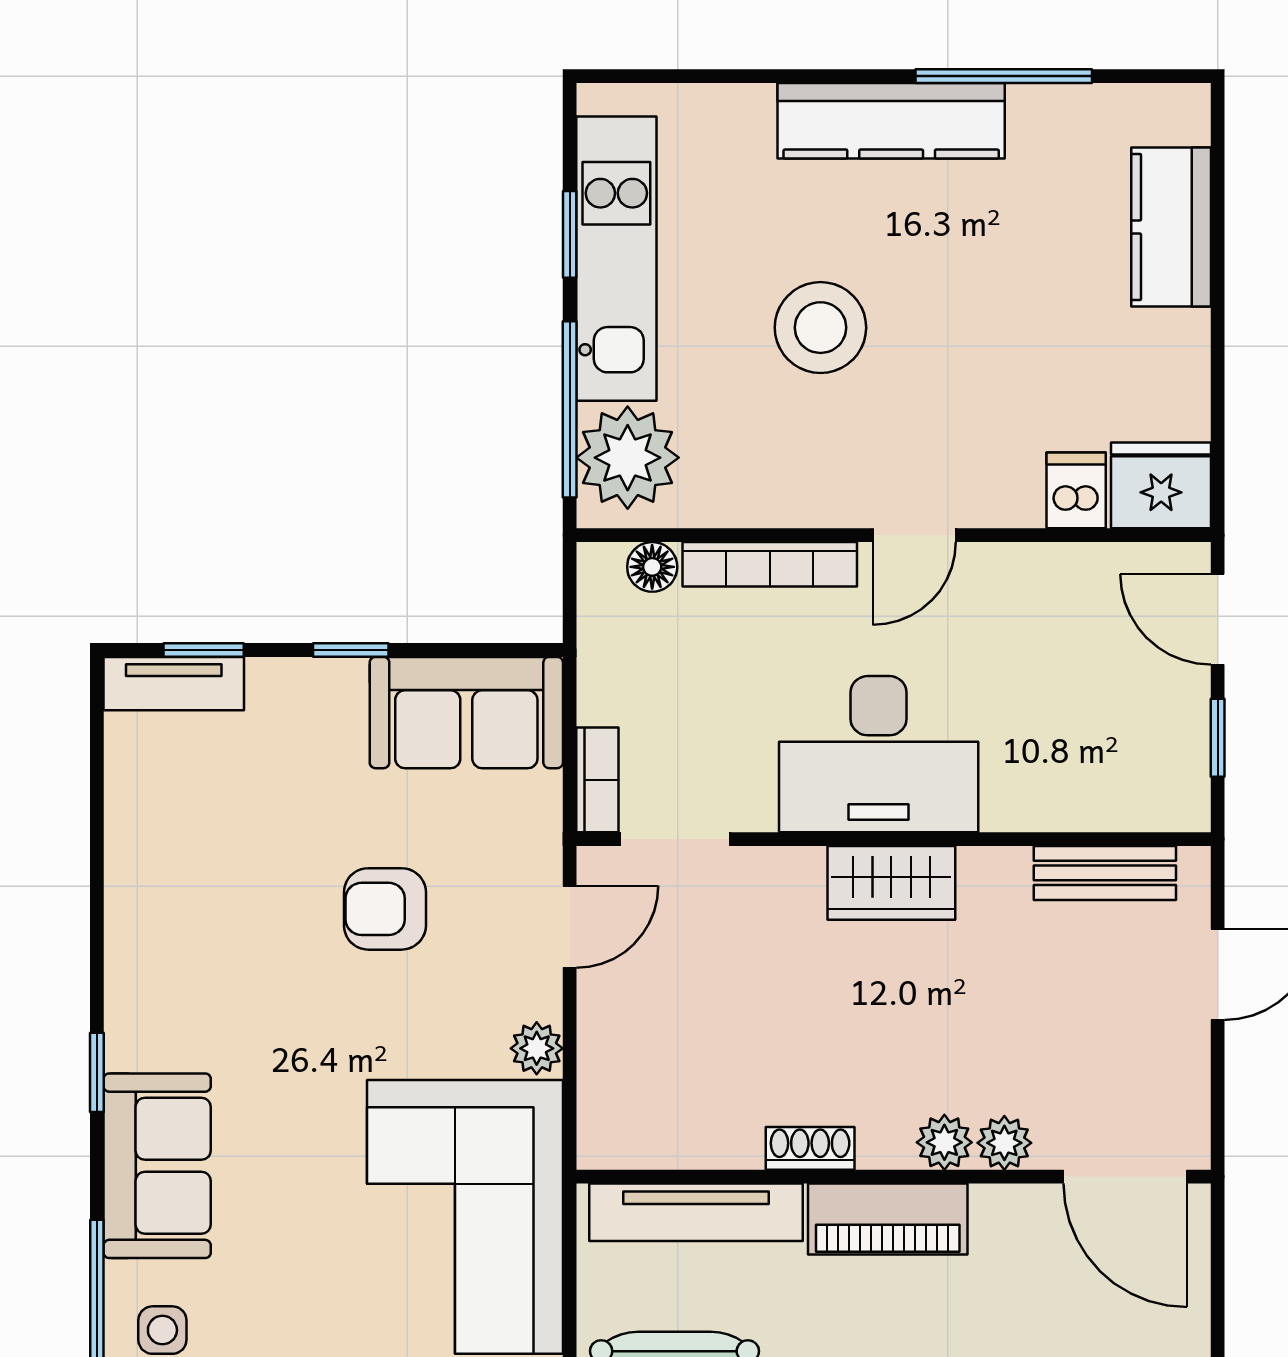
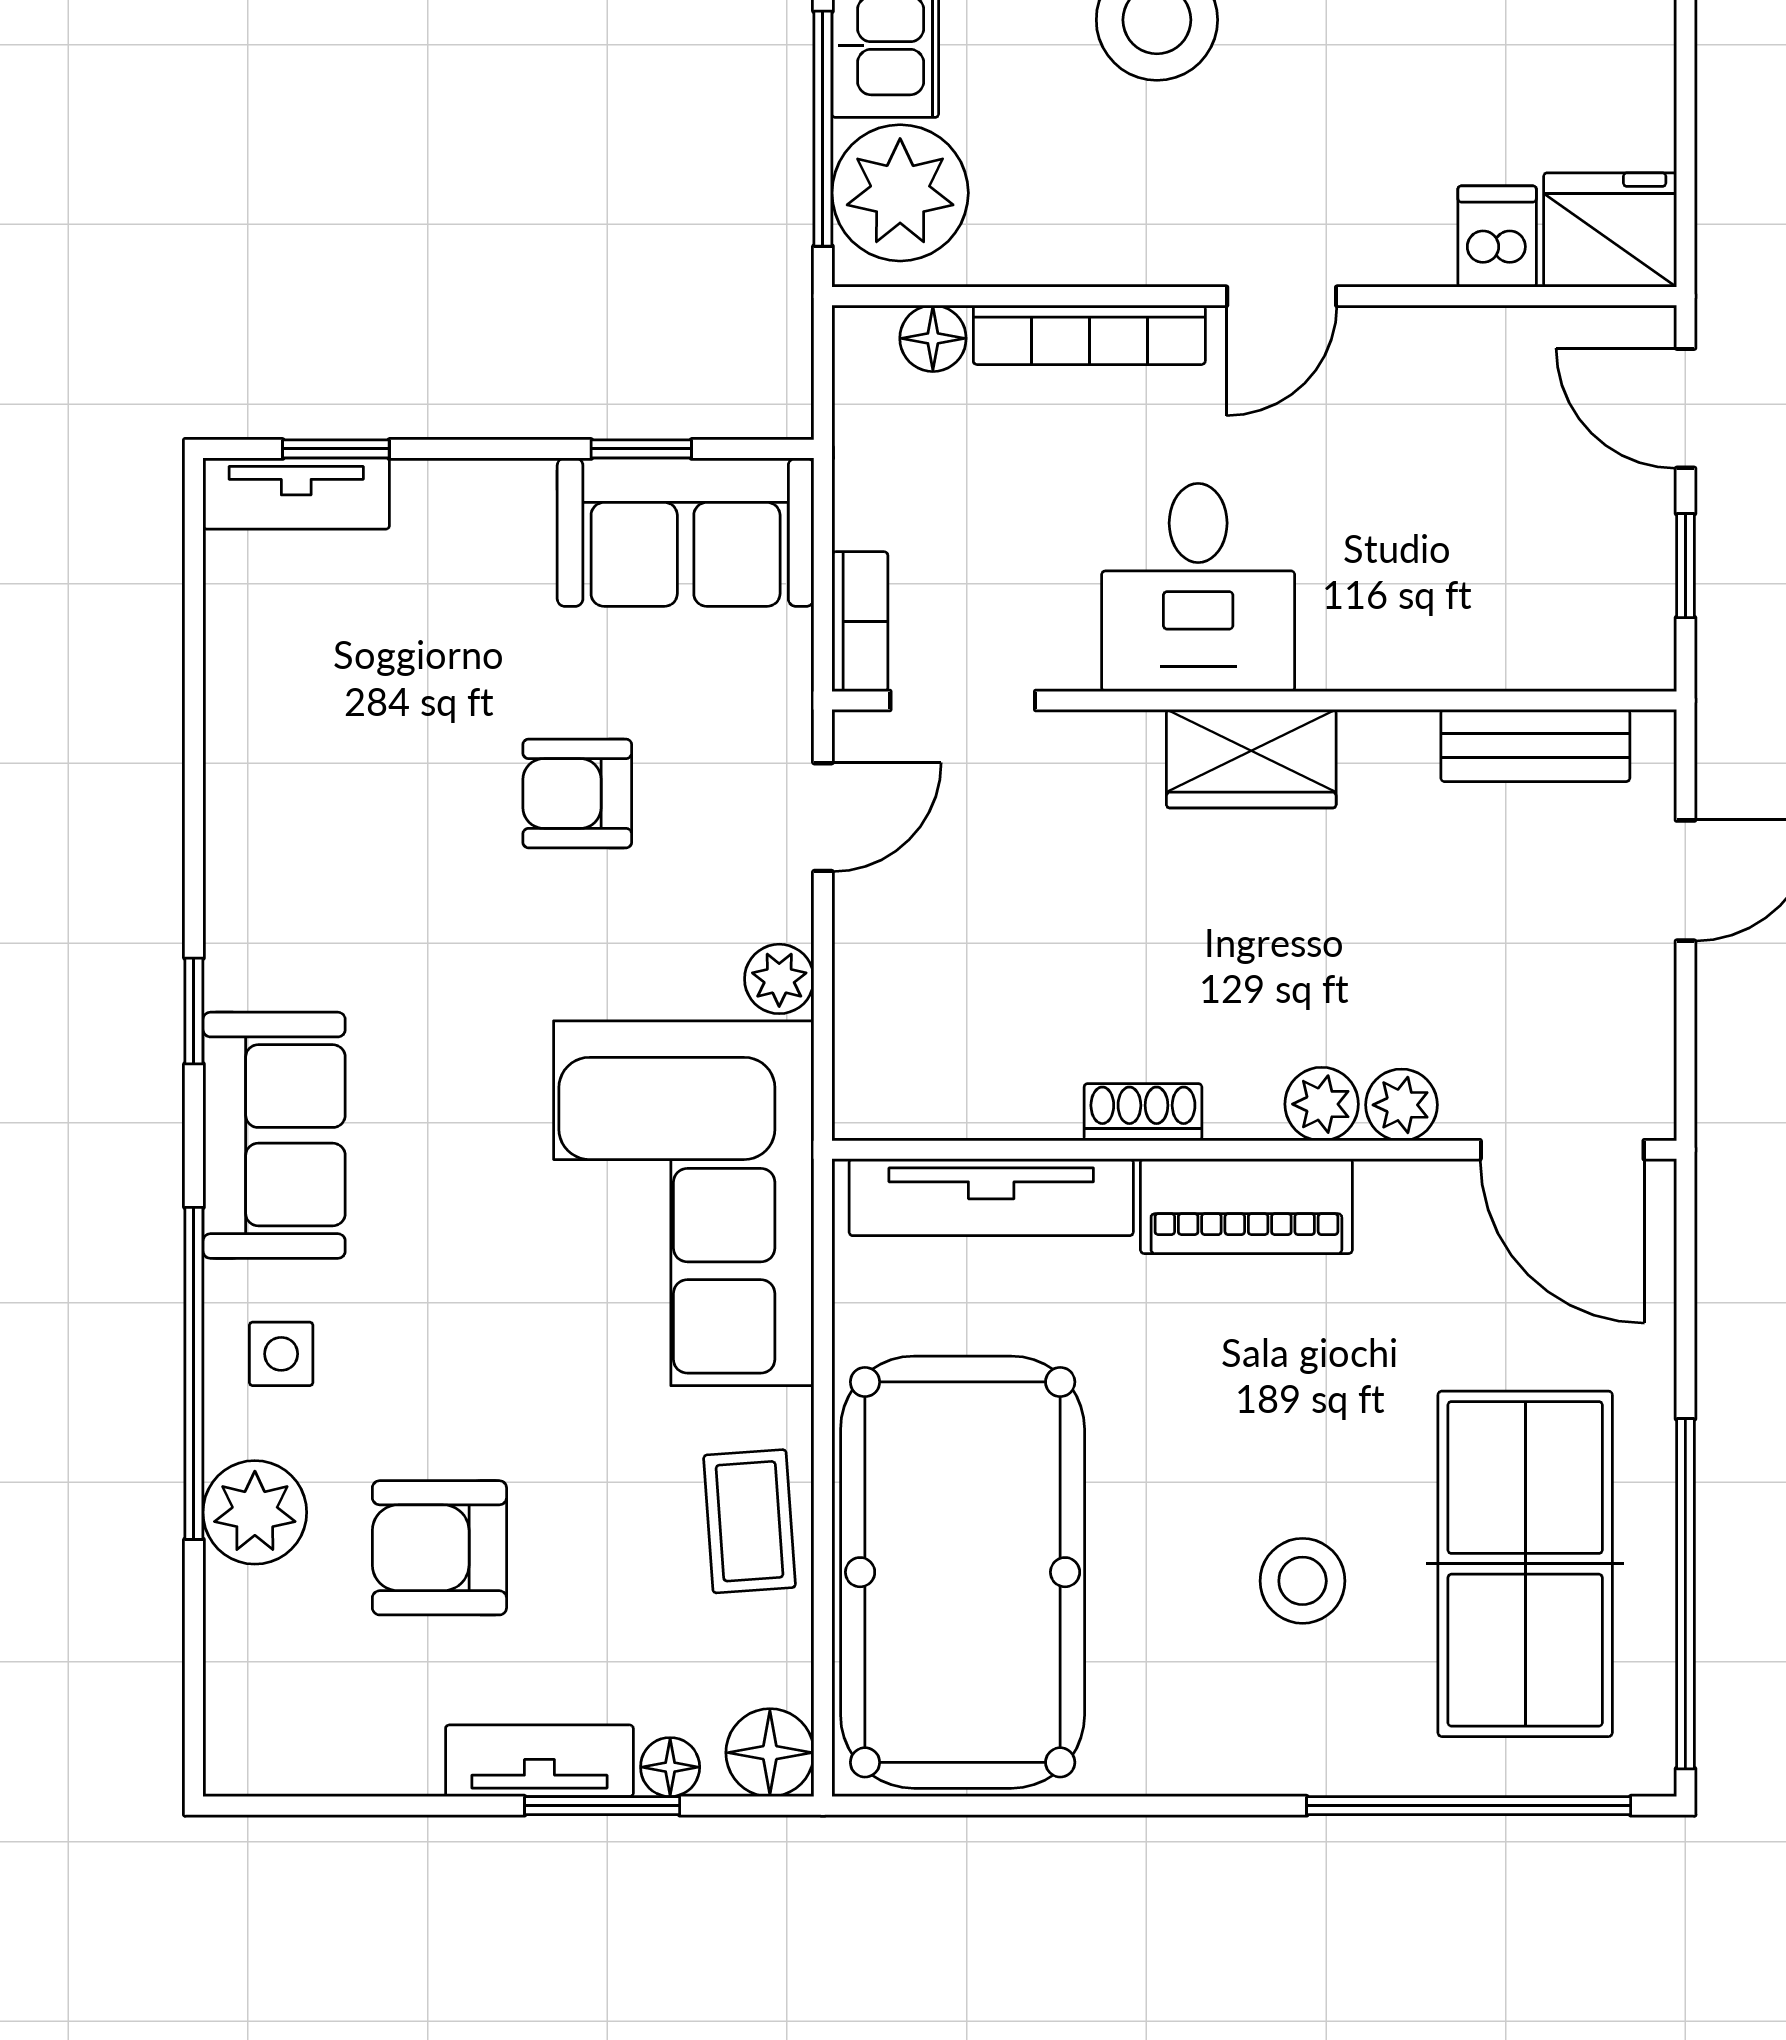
window: (351, 650) -> (641, 449), moved
desk: (879, 754) -> (1198, 587), width x0.73

